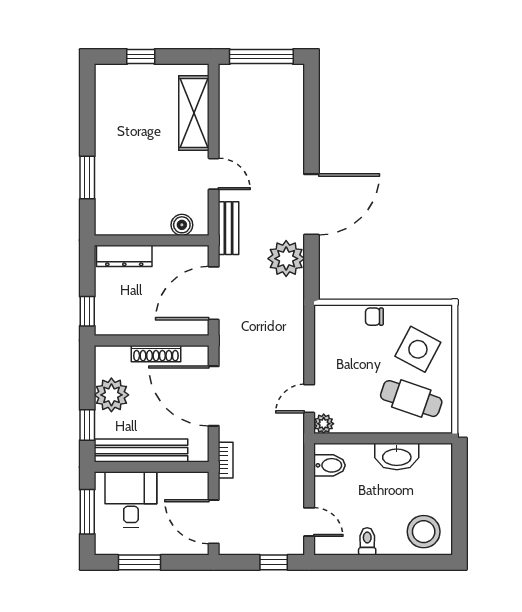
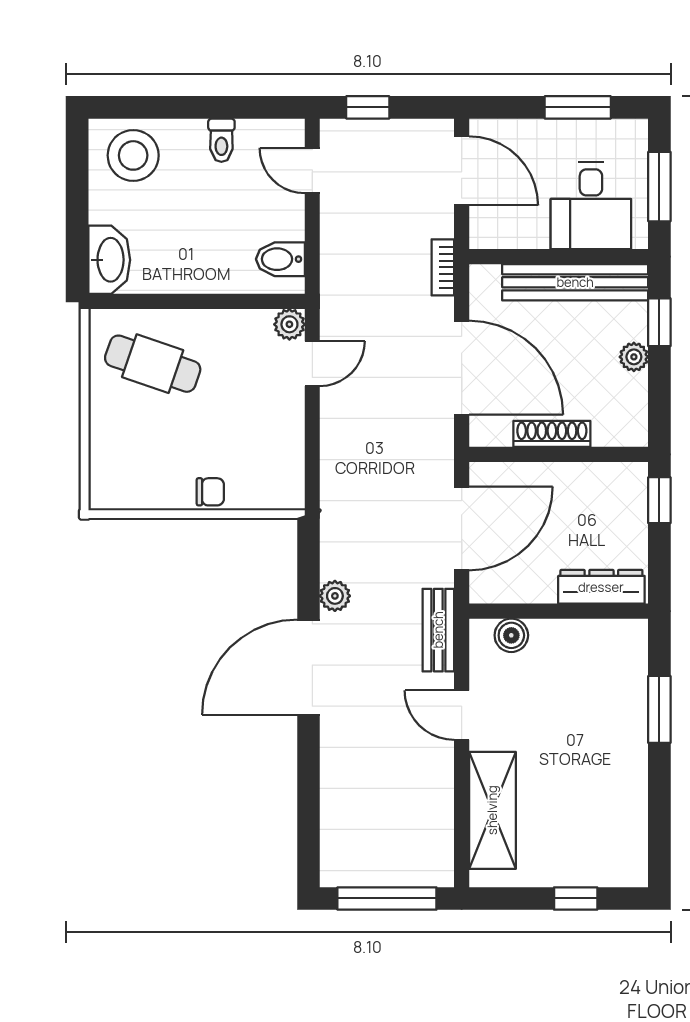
plant: (286, 259) -> (335, 596), width x0.53, depth x0.53
side table: (418, 349) -> (142, 441), removed
plant: (111, 395) -> (634, 357), width x0.53, depth x0.53
washbasin: (397, 456) -> (109, 260), moved, turned 90

